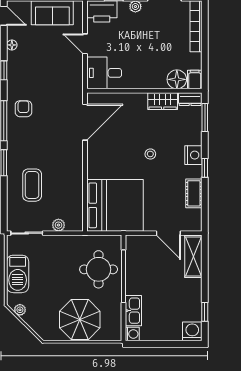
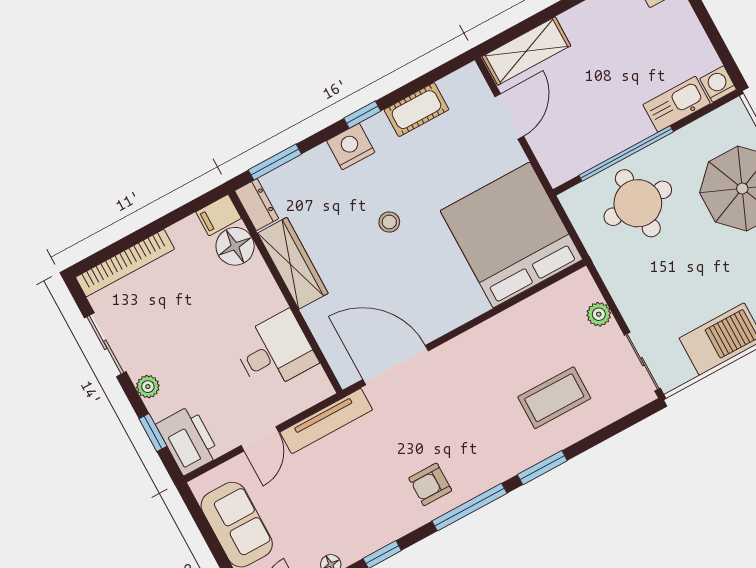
desk: (104, 73) -> (275, 351), moved, turned -90
tv unit: (77, 78) -> (326, 421), added
wardrobe: (163, 101) -> (293, 263), width x1.50

